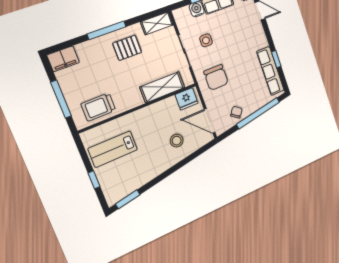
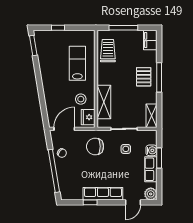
pallet: (127, 48) -> (144, 77), moved
row of seats: (270, 71) -> (103, 194), moved
stool: (177, 141) -> (81, 99), moved
lab bench: (113, 149) -> (77, 63), moved

